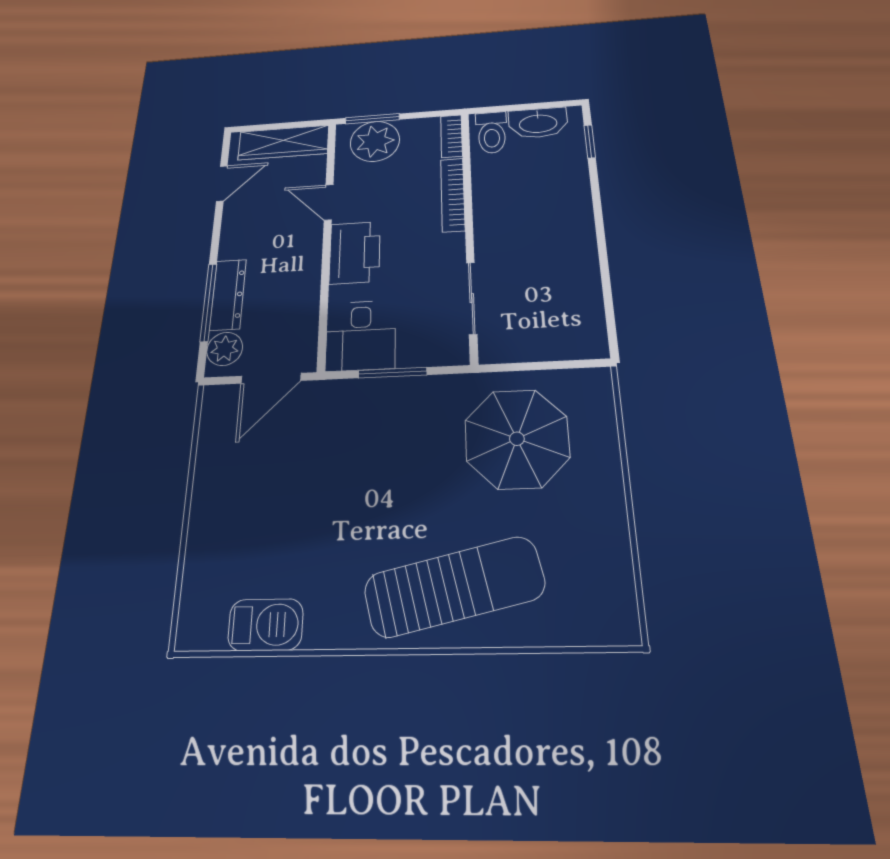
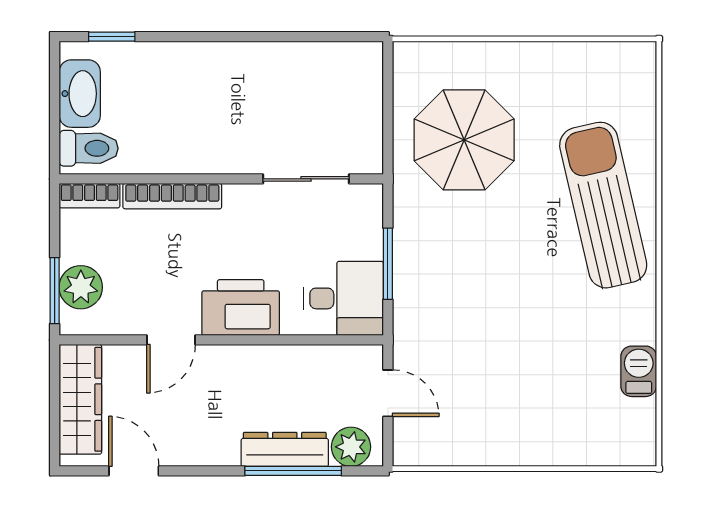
plant: (375, 141) -> (81, 287), width x0.73, depth x0.73
door: (271, 378) -> (388, 393), width x0.73
barbecue: (266, 625) -> (639, 371), width x0.73, depth x0.79

